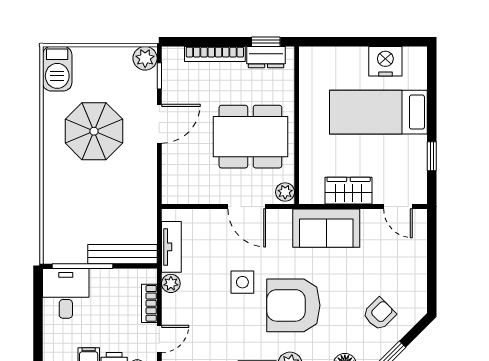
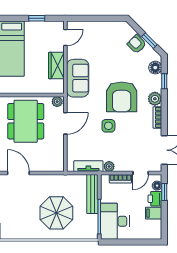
parasol: (94, 131) -> (56, 213), moved
desk: (66, 293) -> (115, 221), width x1.37
armchair: (379, 314) -> (137, 44), moved
door: (159, 339) -> (141, 173), swing flipped

